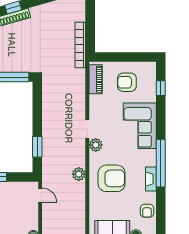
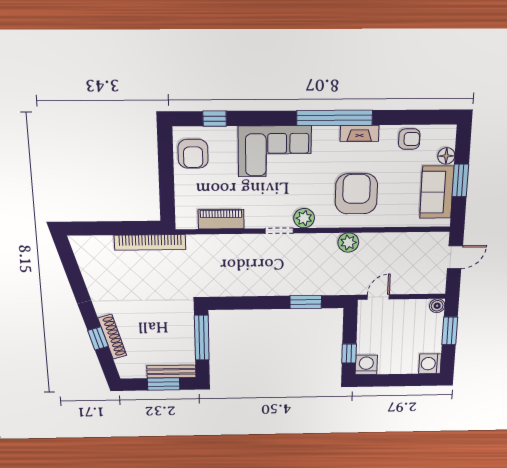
piano: (96, 79) -> (221, 219), moved
armchair: (127, 82) -> (193, 154), moved

